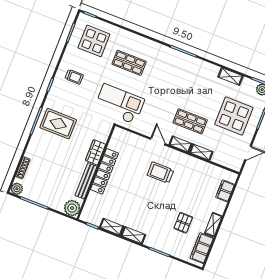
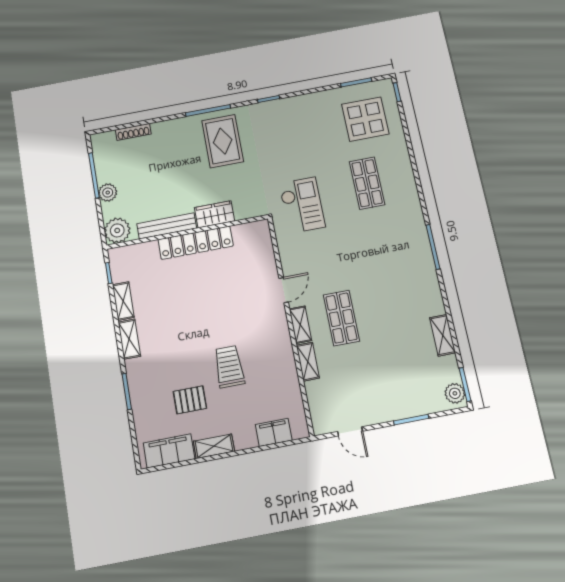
trolley: (74, 77) -> (300, 123), removed
checkout: (119, 104) -> (302, 205), width x0.73, depth x0.83
display table: (234, 116) -> (390, 376), removed
trolley: (160, 173) -> (229, 367), moved
plant: (17, 189) -> (108, 193), moved

